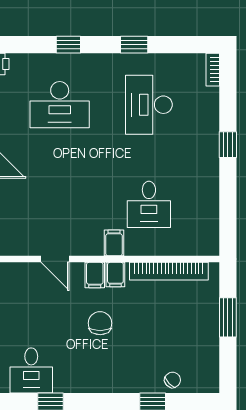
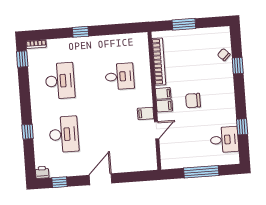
window: (134, 45) -> (22, 59), moved
desk: (149, 105) -> (60, 81), turned -90
filing cabinet: (114, 243) -> (146, 113), moved

